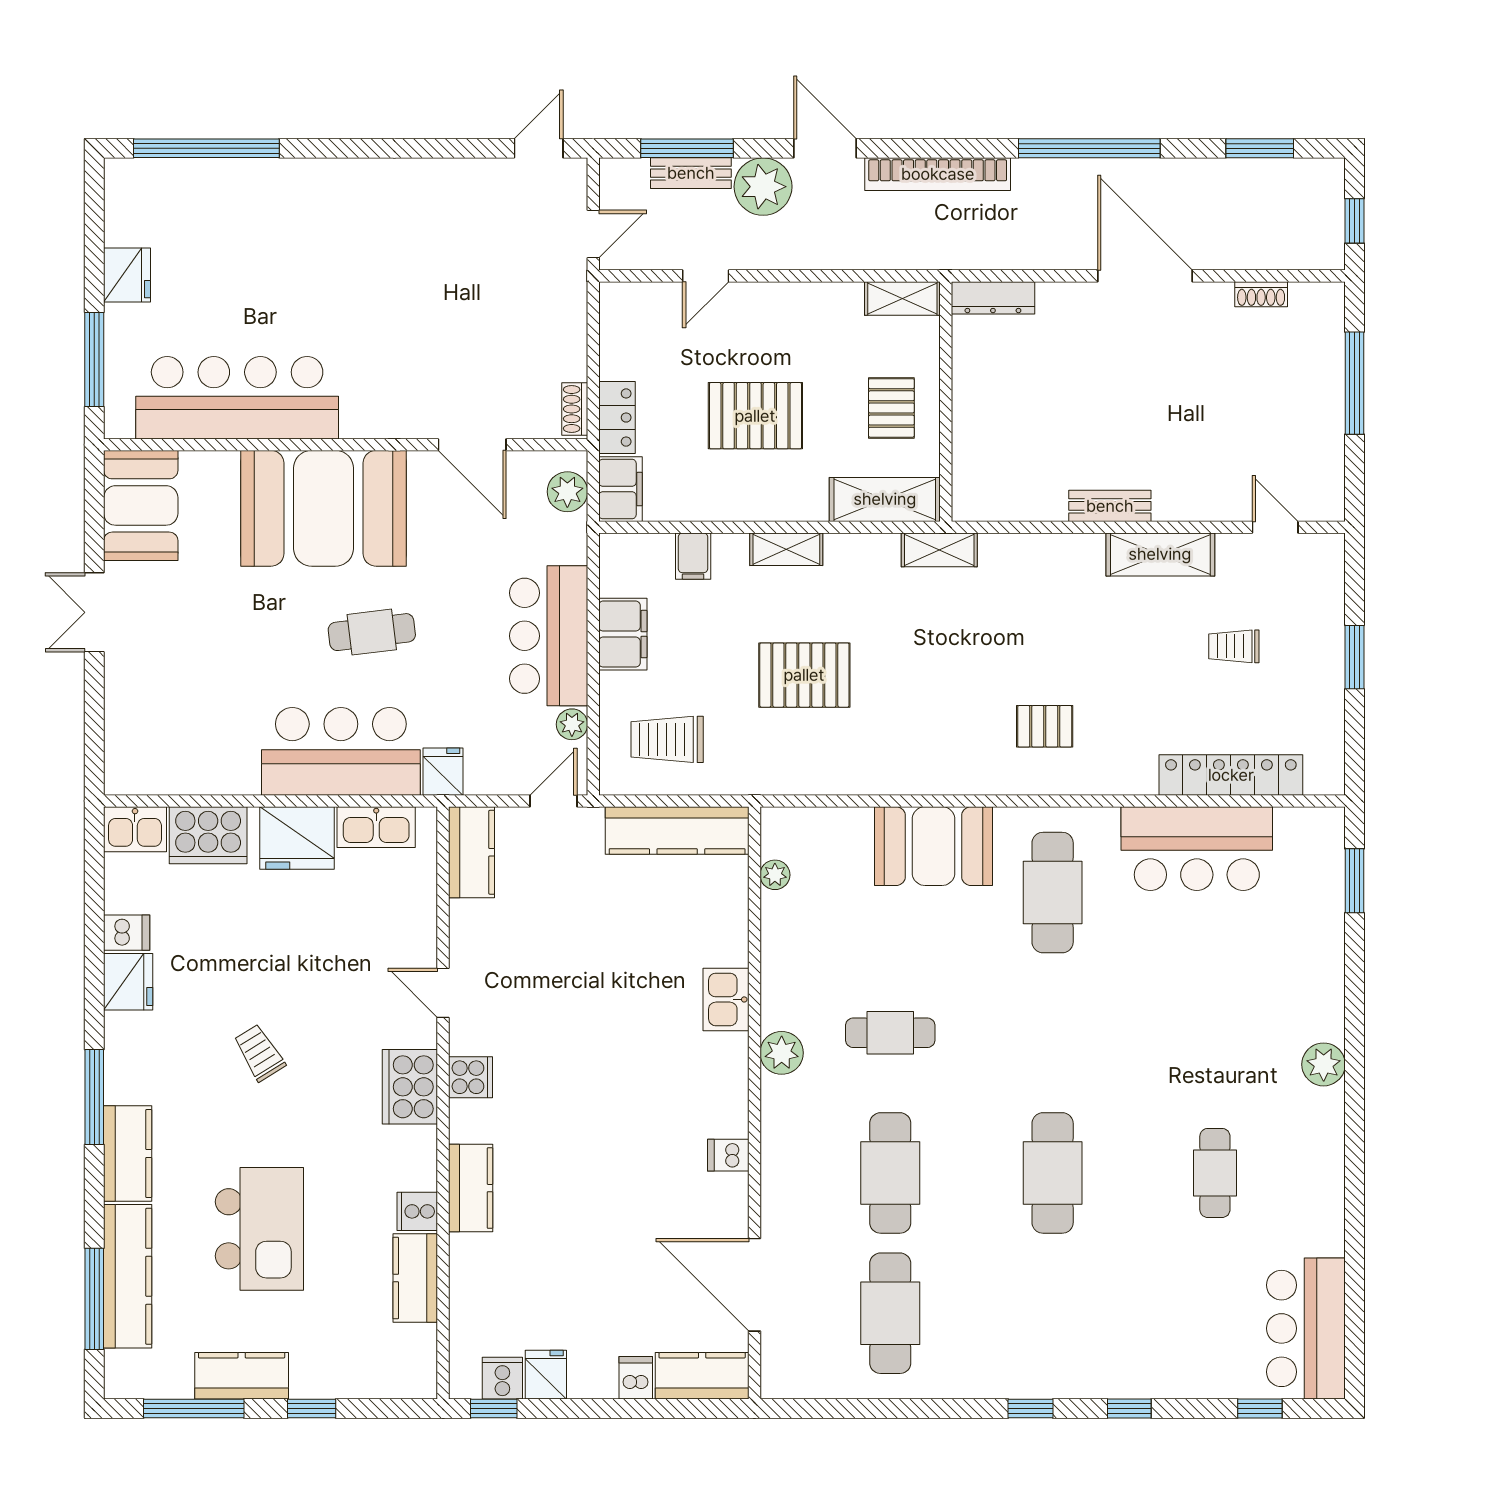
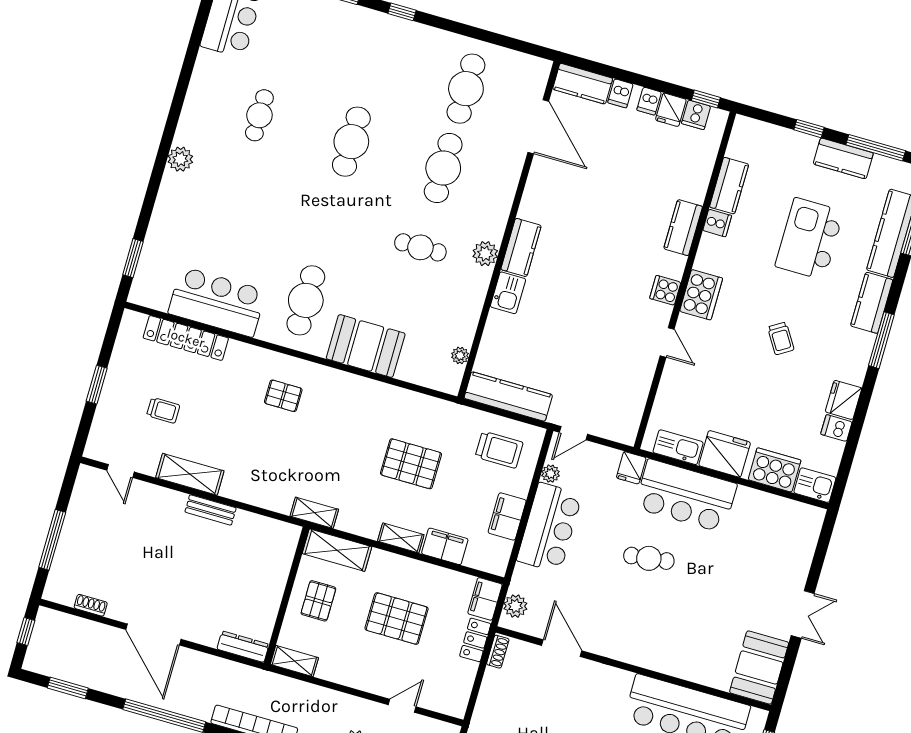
booth: (324, 508) -> (656, 636), removed
filing cabinet: (693, 556) -> (445, 546), width x2.00
kitchen counter: (472, 852) -> (521, 248), moved, turned 180
dishwasher: (728, 1155) -> (649, 101), moved, turned 90

